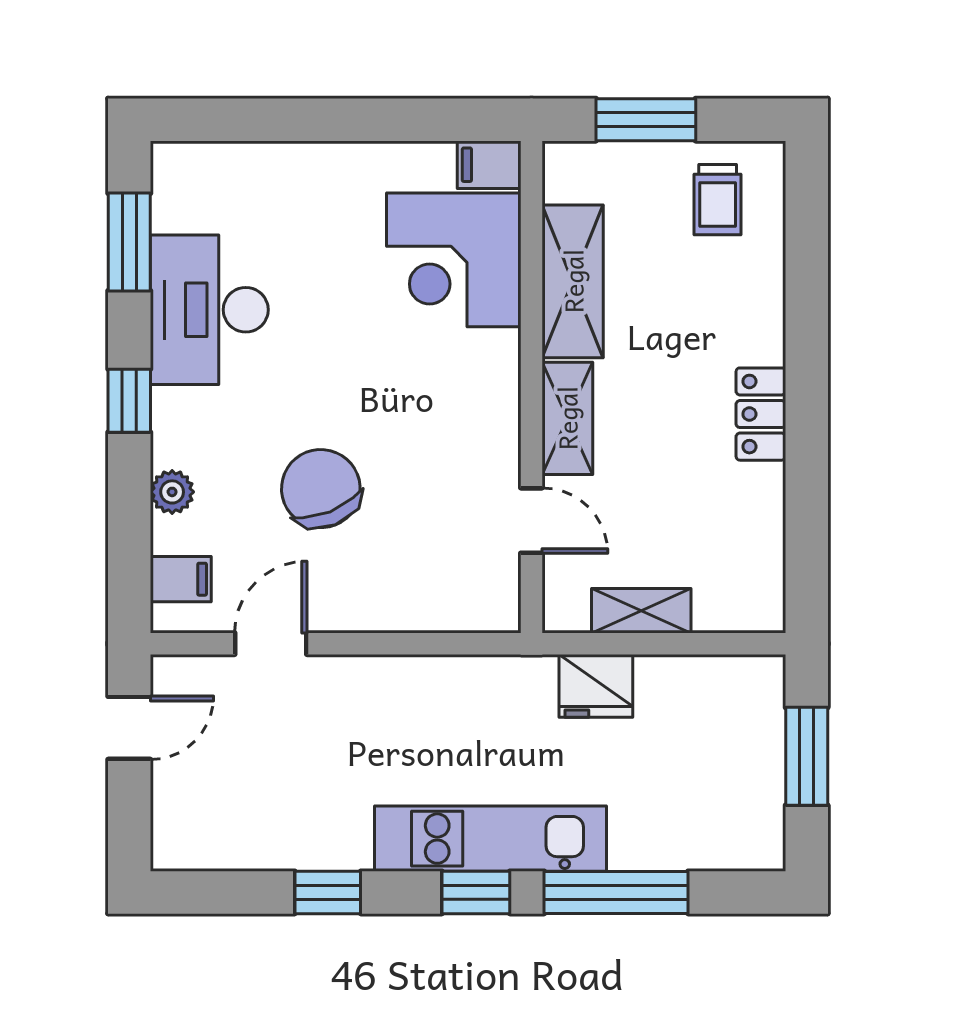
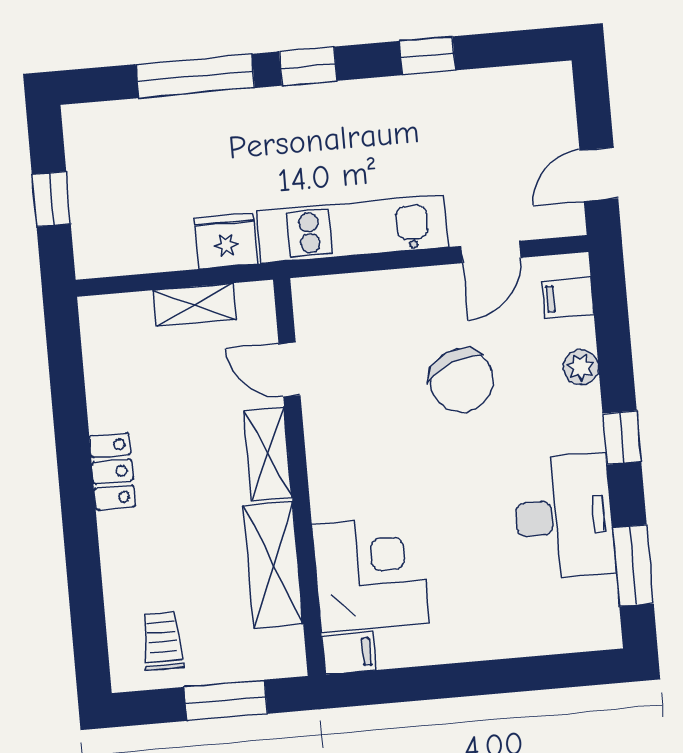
window: (807, 756) -> (51, 199), width x0.67
kitchen unit: (491, 839) -> (352, 229), moved, turned 180

